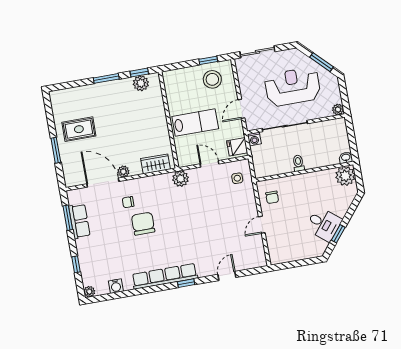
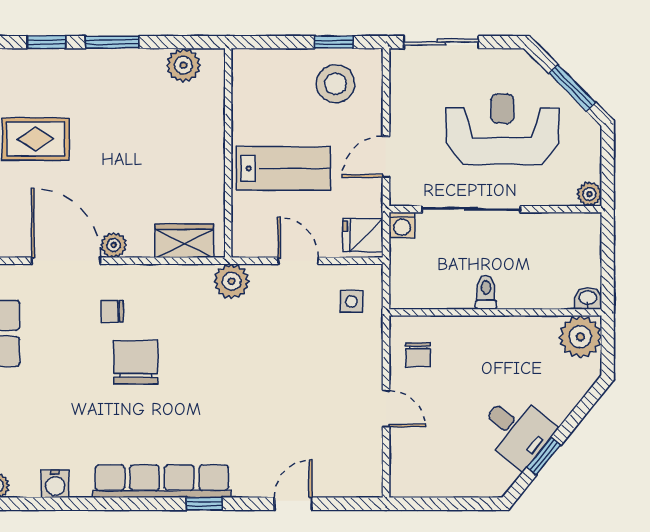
window: (139, 73) -> (46, 42), moved
door: (262, 225) -> (386, 409), swing flipped

